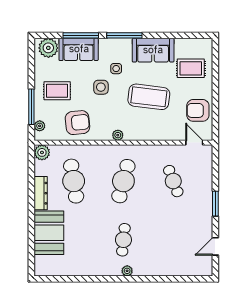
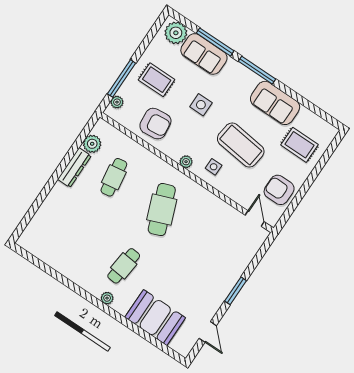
side table: (116, 69) -> (214, 167), moved
plant: (42, 152) -> (92, 144), moved
cafe table: (74, 181) -> (114, 177), width x0.73, depth x0.74
cafe table: (123, 181) -> (162, 210), turned -36
cafe table: (173, 181) -> (210, 242), removed
booth: (49, 233) -> (155, 318), moved, turned 90
door: (215, 246) -> (208, 332), swing flipped

